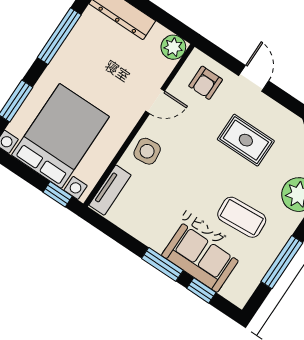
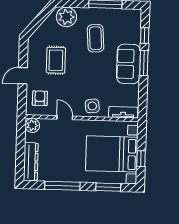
armchair: (206, 83) -> (40, 98), turned -90
window: (58, 194) -> (141, 159), moved
sofa: (200, 258) -> (128, 64), moved

